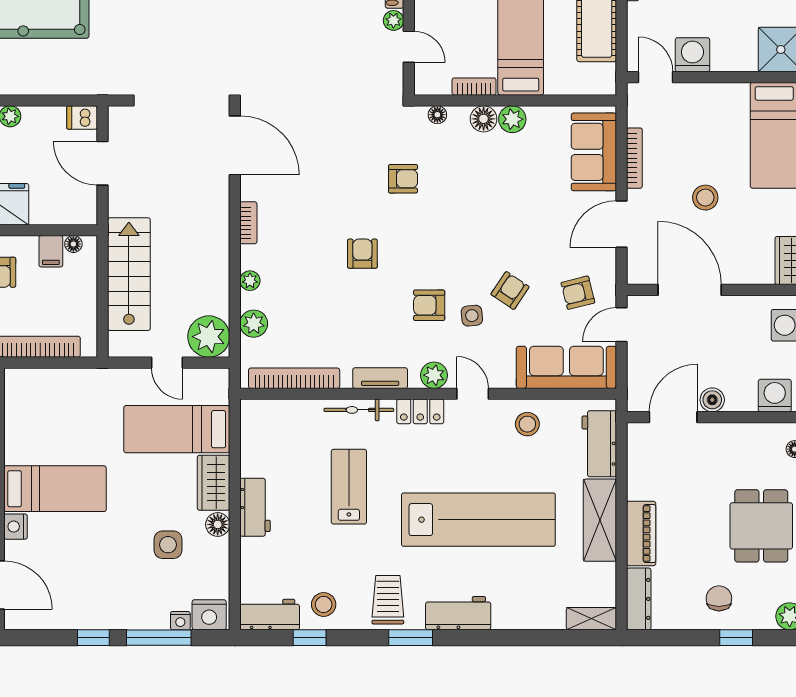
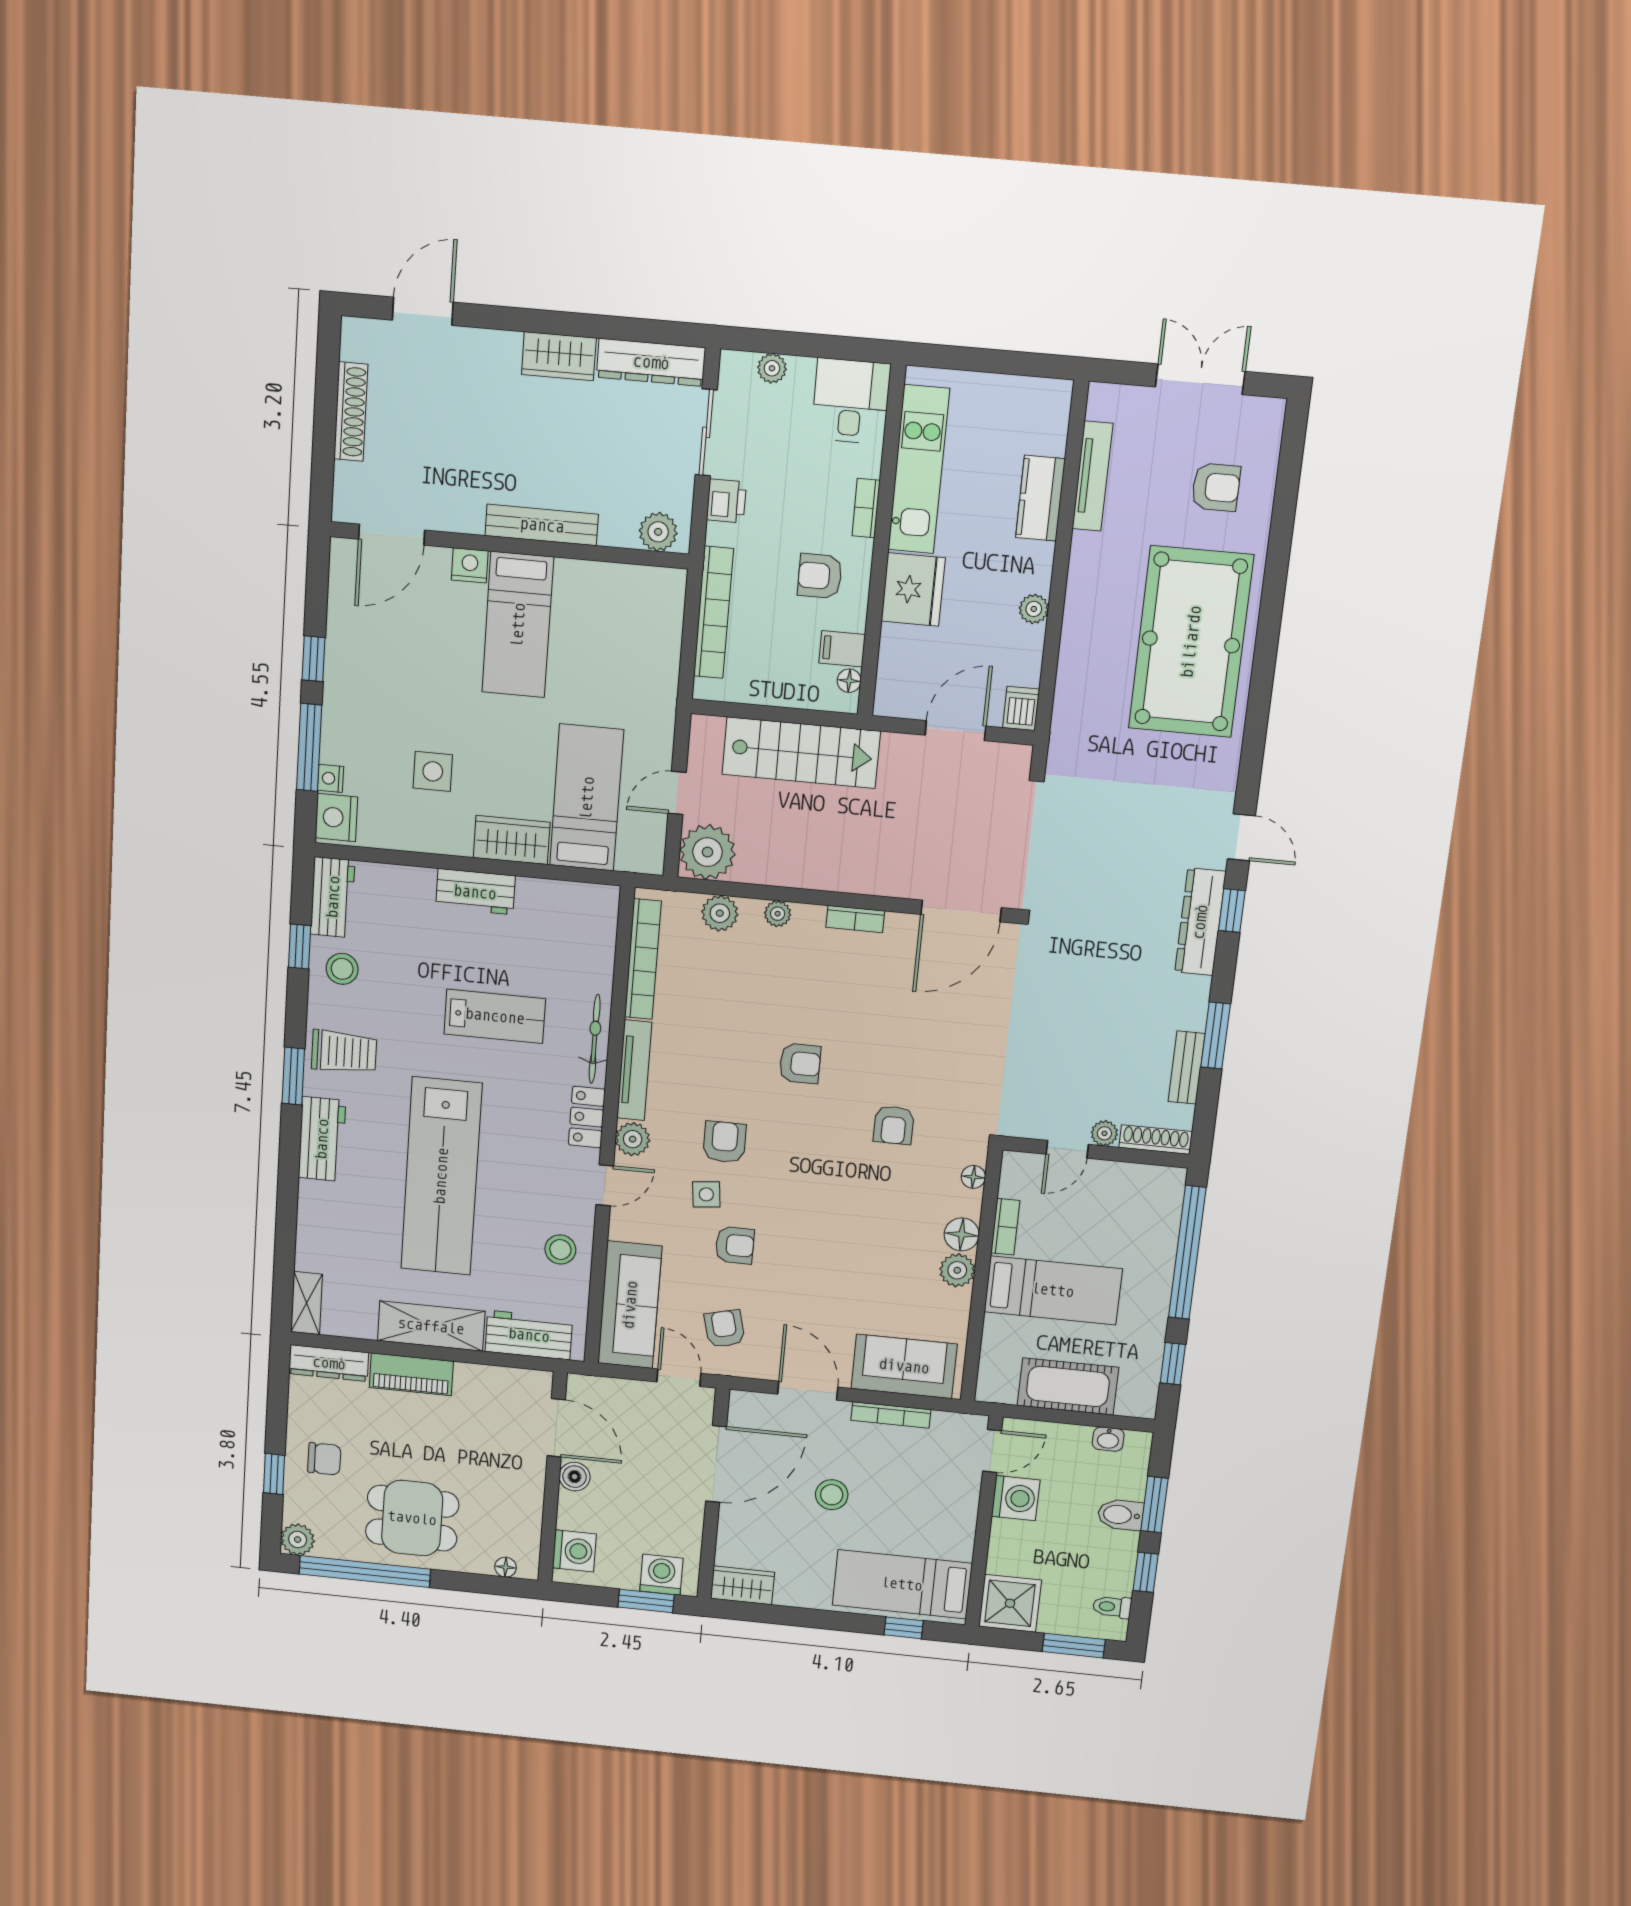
armchair: (510, 290) -> (735, 1245), turned -34
tv unit: (380, 378) -> (634, 1070), width x1.41
floor lamp: (218, 524) -> (456, 840), removed

